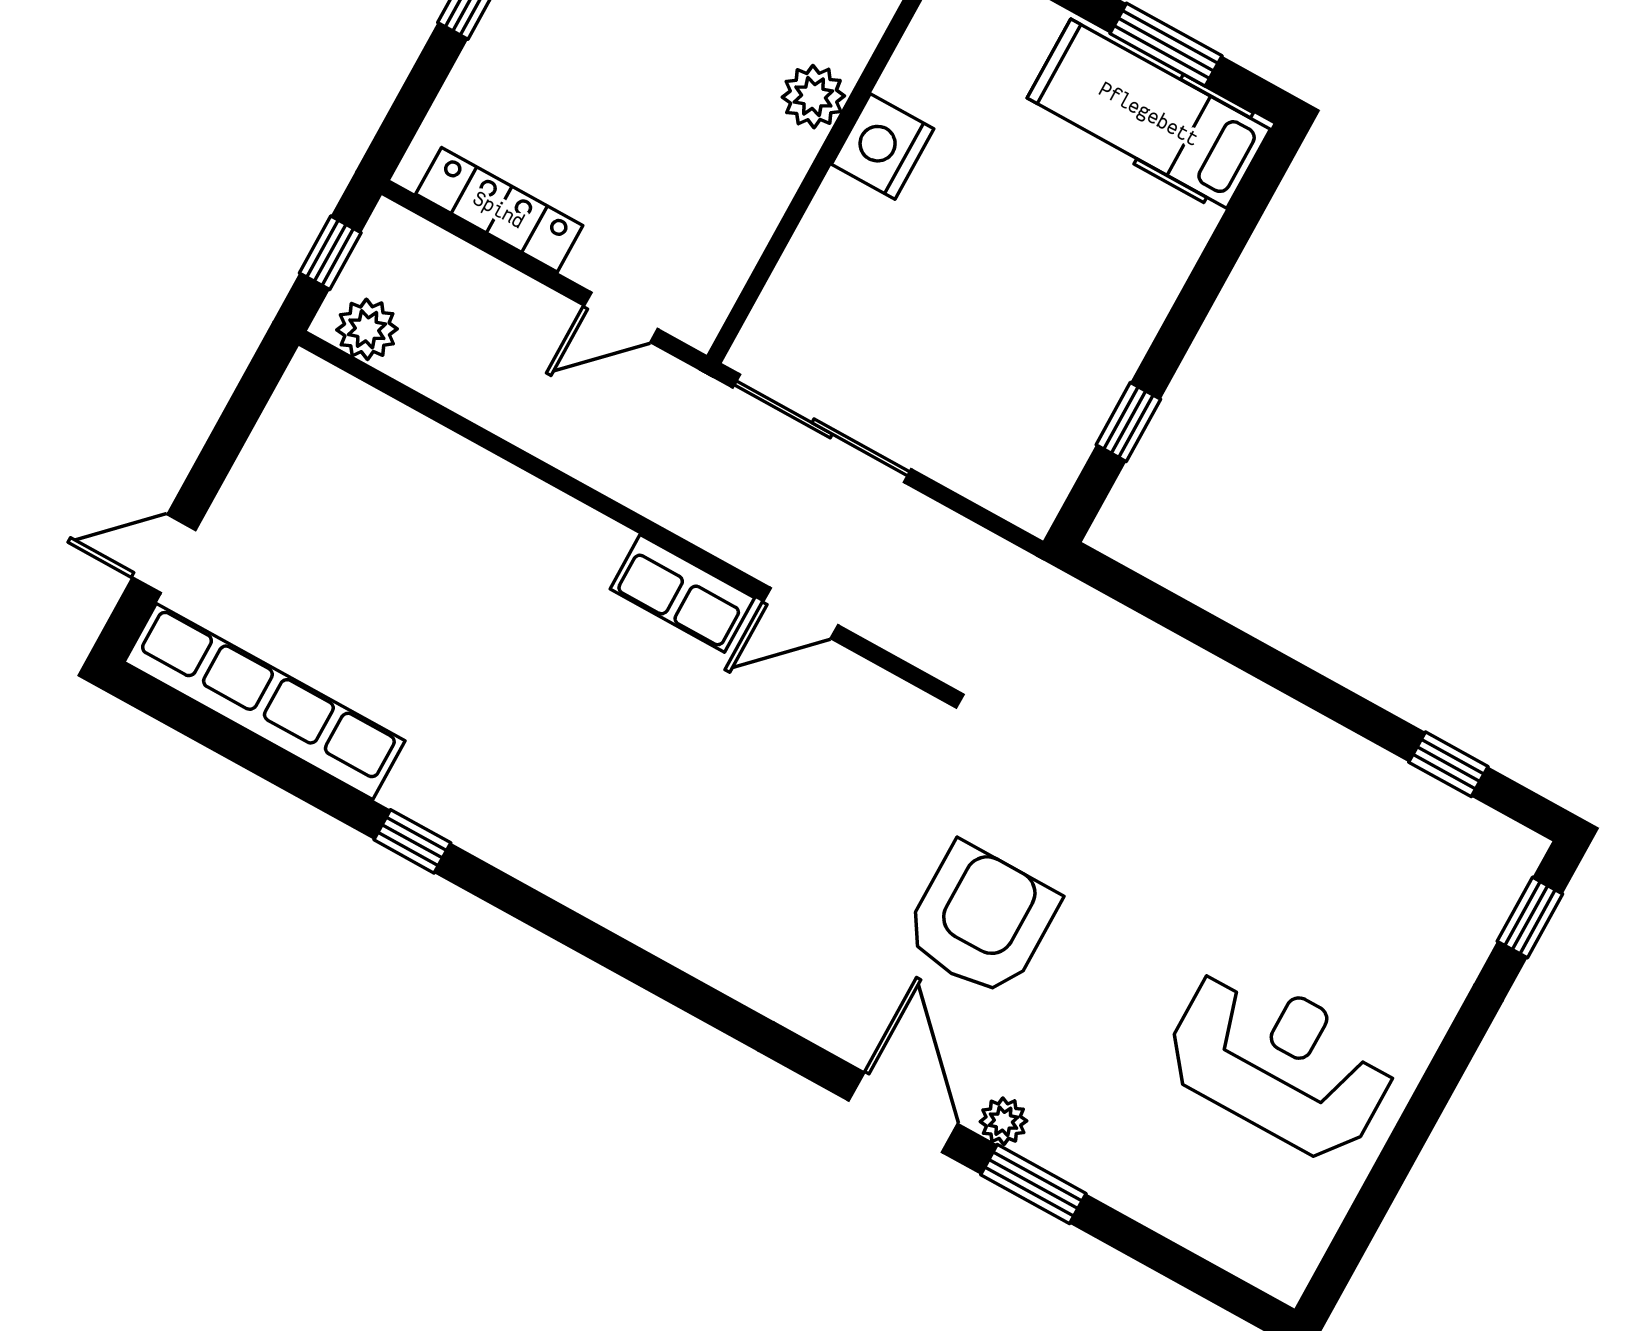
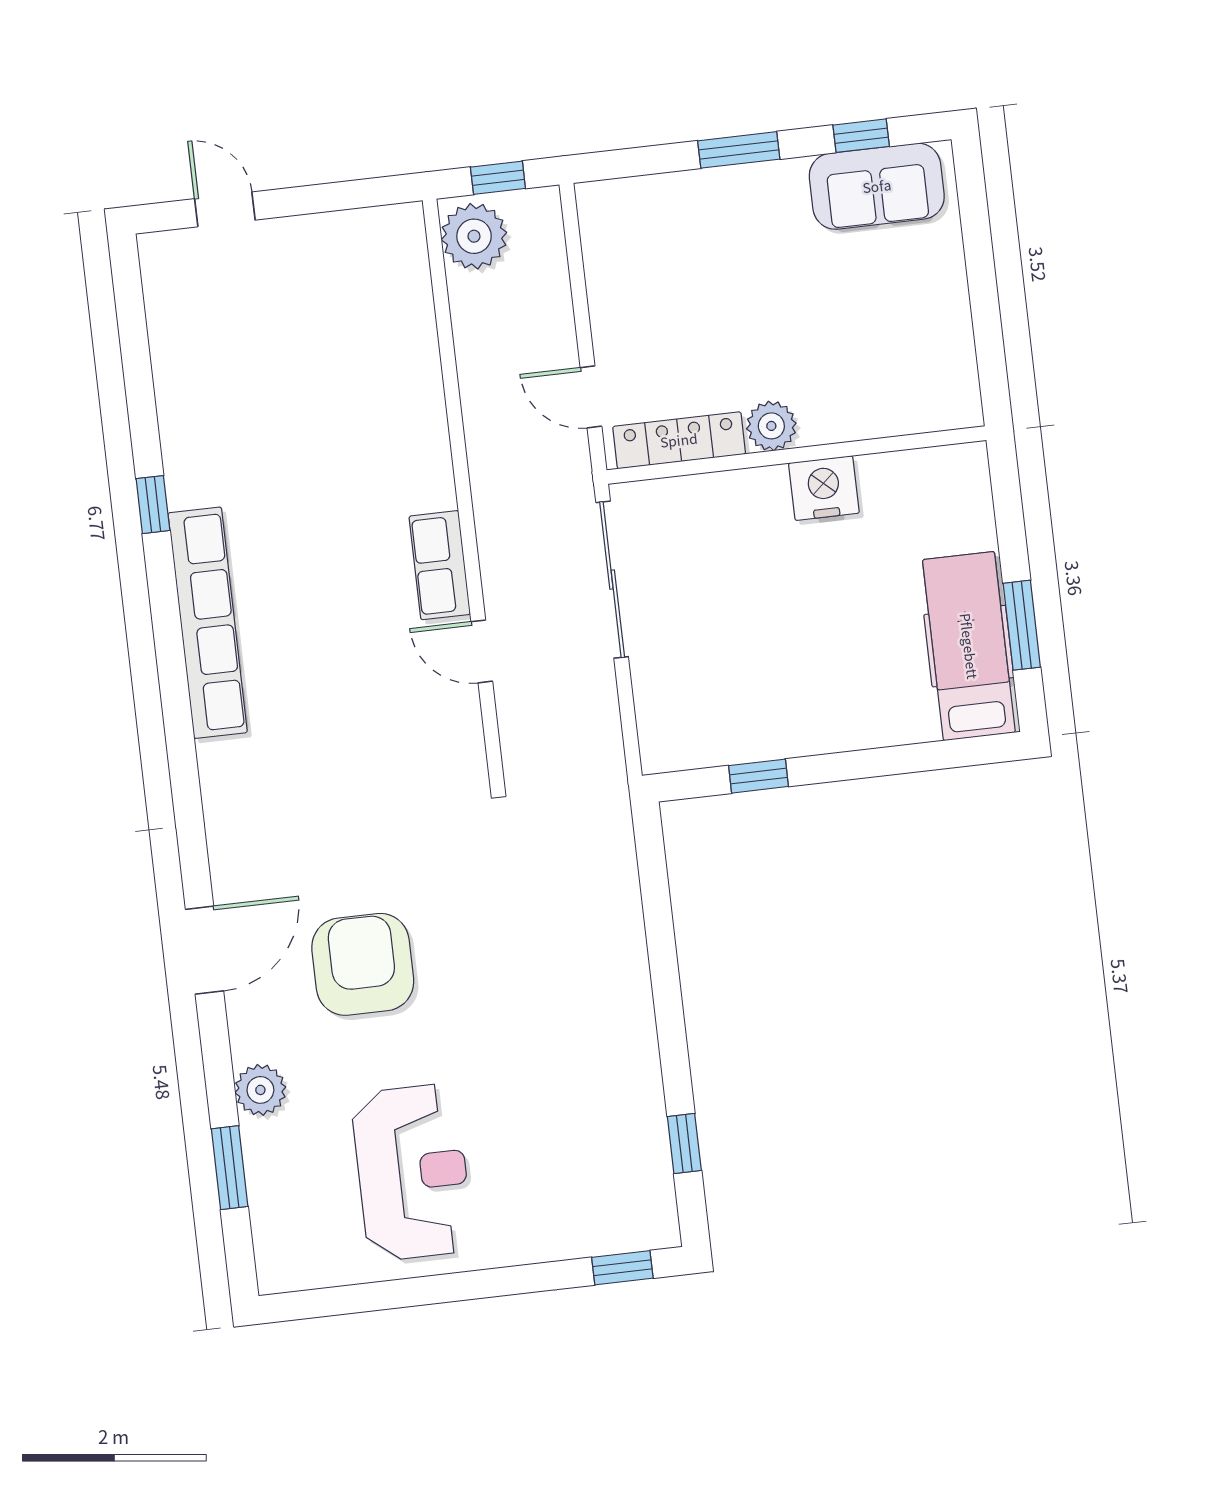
plant: (813, 97) -> (771, 426), moved
locker: (499, 210) -> (679, 440), moved, turned -90
plant: (367, 329) -> (474, 236), width x1.36, depth x1.36
row of seats: (265, 702) -> (208, 623), moved
armchair: (981, 920) -> (363, 964), moved, turned -90
plant: (1003, 1121) -> (260, 1090), moved, width x1.38, depth x1.38
window: (1033, 1184) -> (230, 1168), moved

